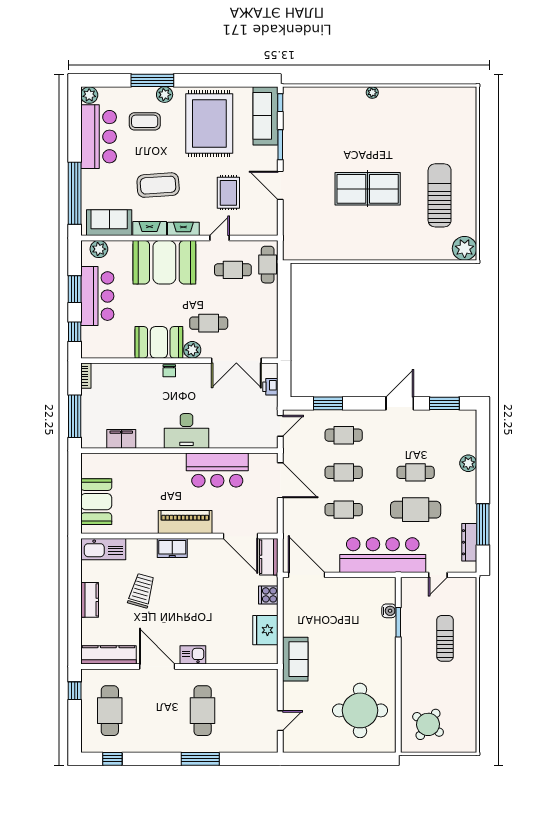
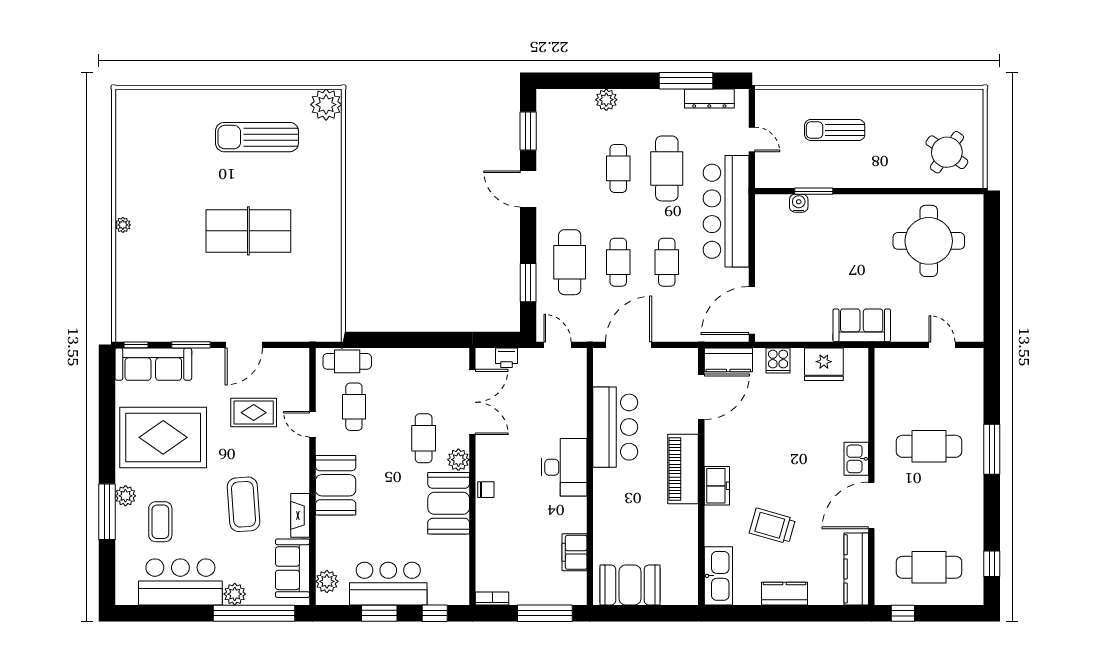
plant: (89, 95) -> (235, 594), moved
table tennis table: (368, 189) -> (248, 231), turned 90
fireplace: (183, 229) -> (301, 471), removed
booth: (164, 262) -> (336, 485), width x0.73, depth x0.70
cafe table: (344, 435) -> (570, 262), width x1.37, depth x1.35
booth: (96, 502) -> (630, 585), moved

